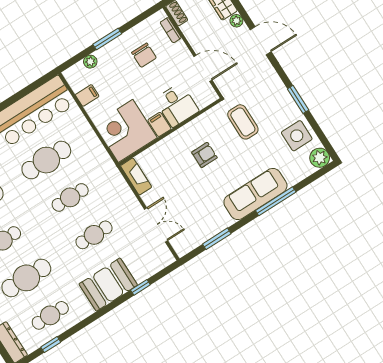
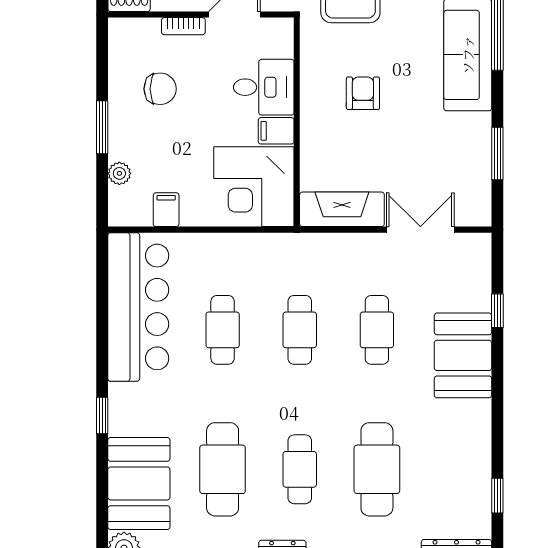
bookcase: (171, 30) -> (183, 26), moved
cafe table: (46, 160) -> (223, 330), width x0.73, depth x0.74
fireplace: (136, 176) -> (342, 209), width x1.37, depth x1.32
cafe table: (50, 315) -> (454, 469), removed

